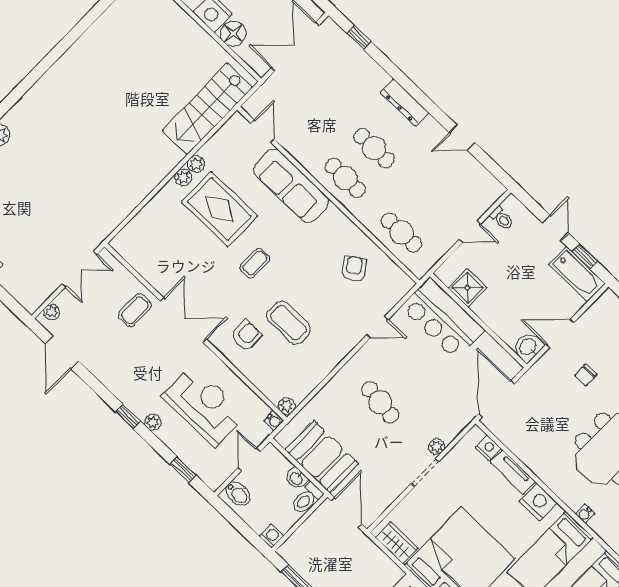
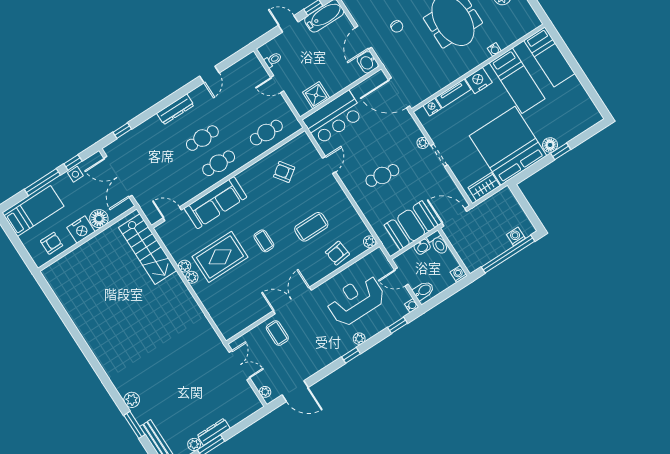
door: (470, 232) -> (277, 84), swing flipped
armchair: (246, 336) -> (337, 253), moved, turned -97
water cooler: (274, 421) -> (412, 306), moved

